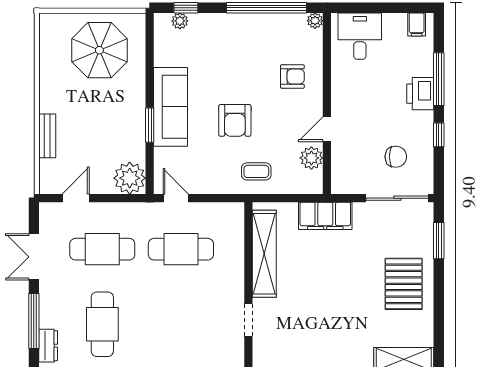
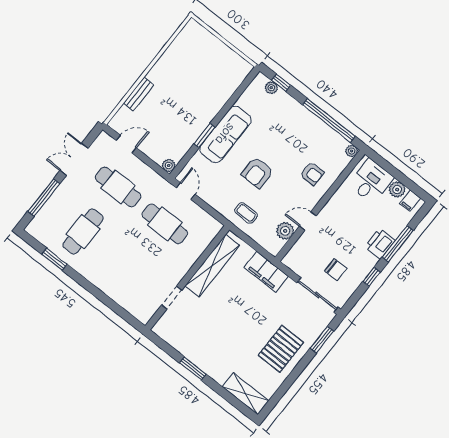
plant: (394, 23) -> (397, 189), added
parasol: (99, 50) -> (210, 67), removed
plant: (130, 178) -> (169, 165), width x0.53, depth x0.53
dresser: (48, 346) -> (41, 219), removed

